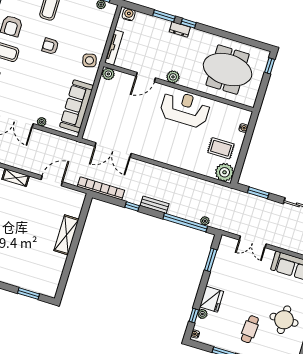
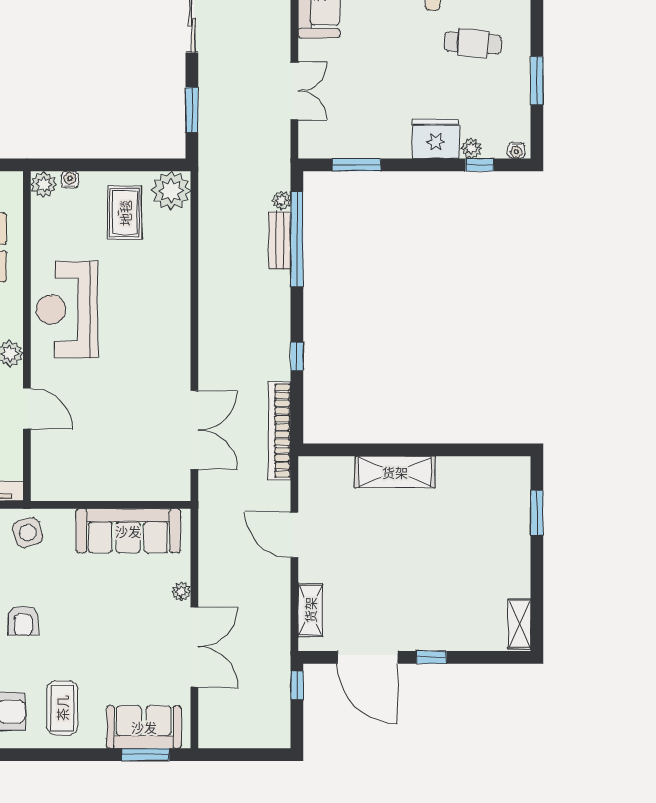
plant: (108, 74) -> (44, 184), moved
bench: (155, 205) -> (280, 240), moved

